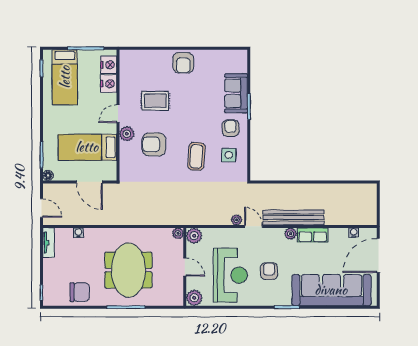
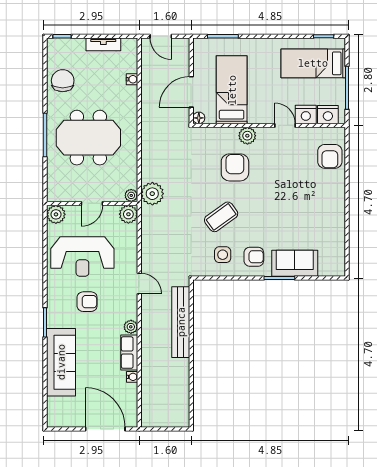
armchair: (183, 63) -> (330, 156), moved, turned -90
rug: (155, 101) -> (286, 169), removed
door: (118, 114) -> (285, 125), moved
coffee table: (196, 156) -> (221, 217), turned -40
floor lamp: (48, 175) -> (199, 118), moved
door: (42, 208) -> (161, 36), hinge flipped
bench: (293, 217) -> (181, 322), moved
plant: (237, 220) -> (152, 194), moved, width x1.88, depth x1.88
door: (253, 226) -> (139, 283), hinge flipped
water cooler: (354, 233) -> (132, 377), moved
tv unit: (49, 243) -> (103, 44), moved
sofa: (331, 290) -> (61, 362), width x0.74, depth x0.79
chair: (80, 292) -> (63, 81), turned 180

